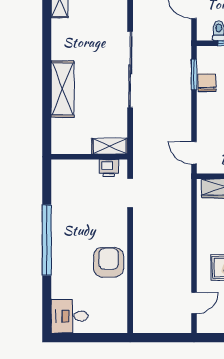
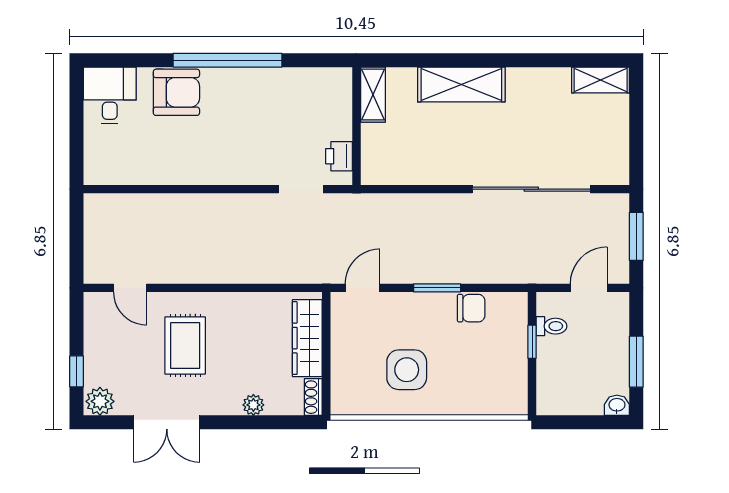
sliding door: (130, 69) -> (531, 189), moved
window: (194, 75) -> (437, 288), moved
shelving: (110, 146) -> (373, 95), moved
armchair: (109, 262) -> (176, 92), moved

